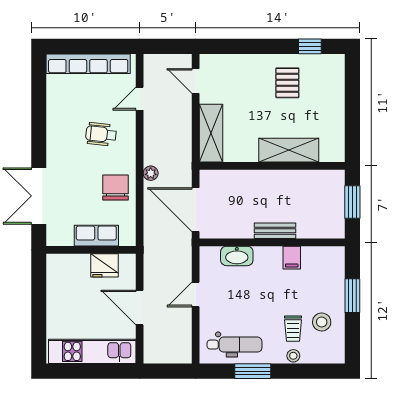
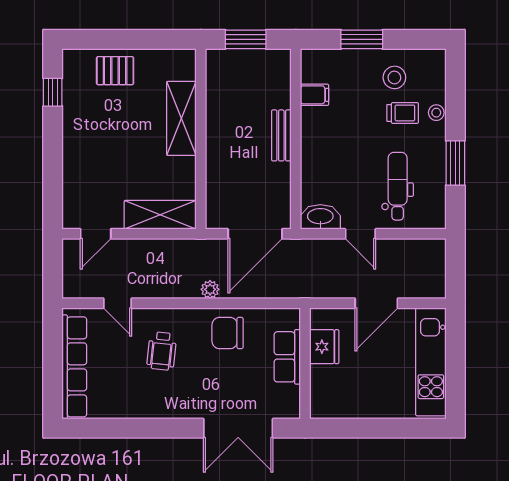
pallet: (287, 83) -> (115, 71), moved
washbasin: (237, 256) -> (320, 217), moved, turned -90
filing cabinet: (292, 258) -> (315, 95), moved
dental chair: (235, 345) -> (398, 186), moved

